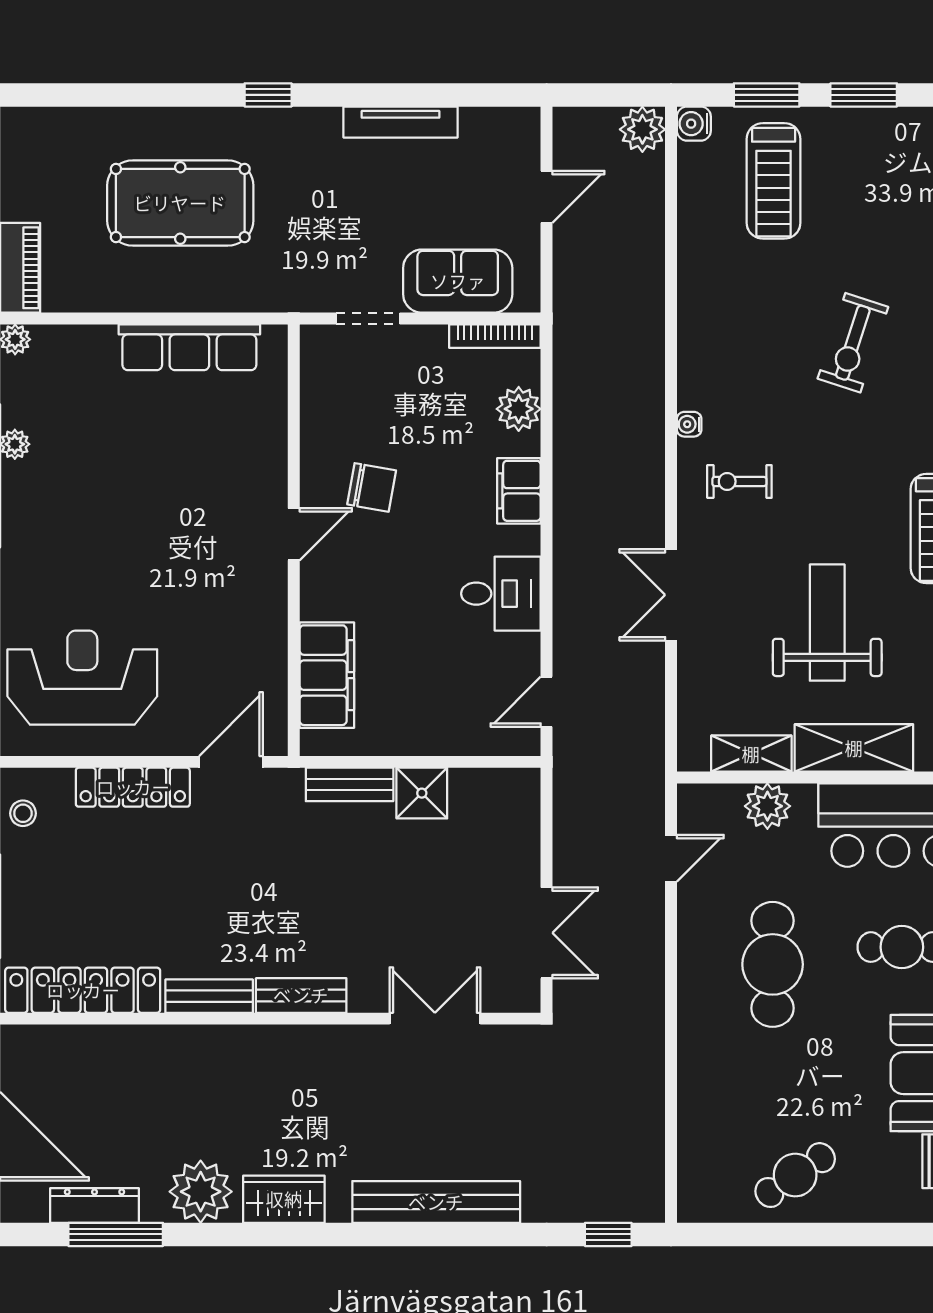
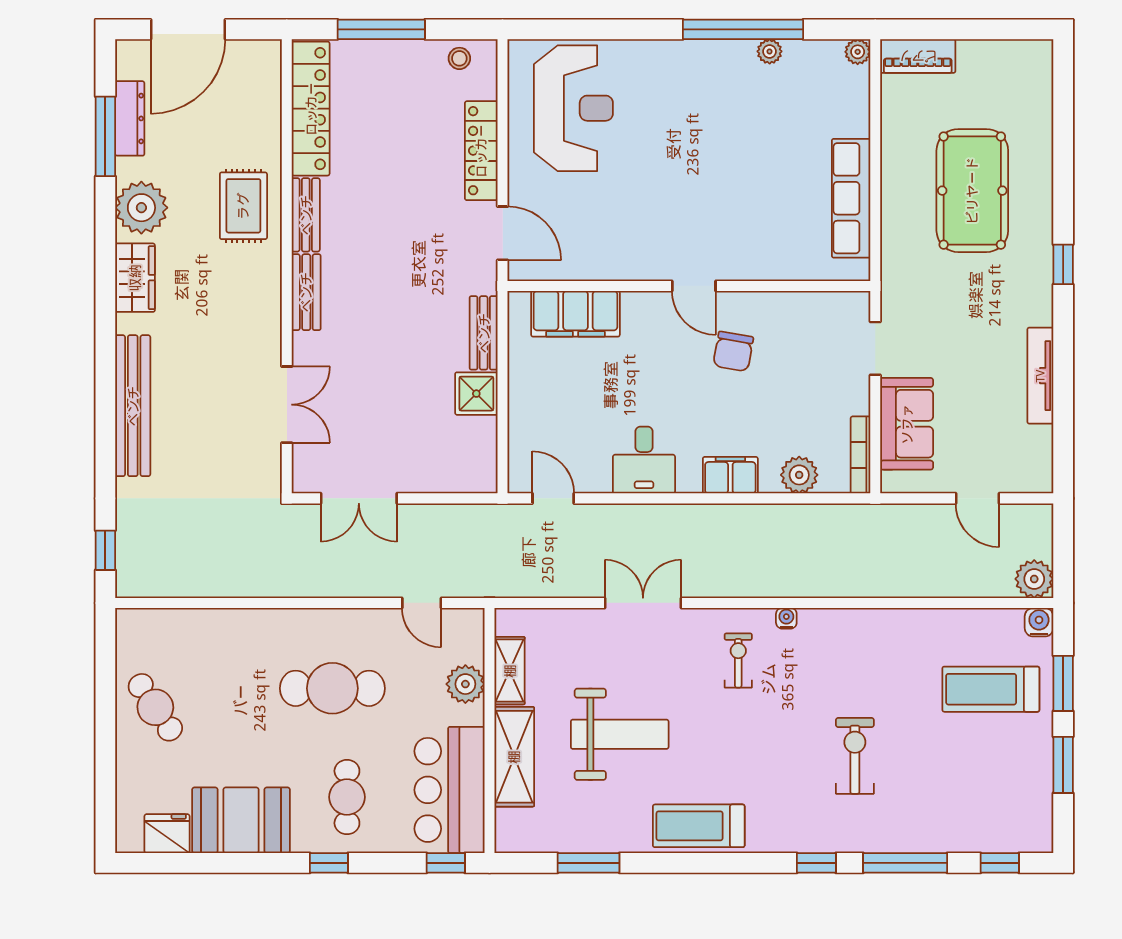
exercise bike: (853, 343) -> (855, 756), turned 72
rug: (198, 1070) -> (243, 206), added

